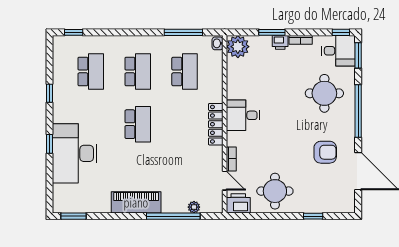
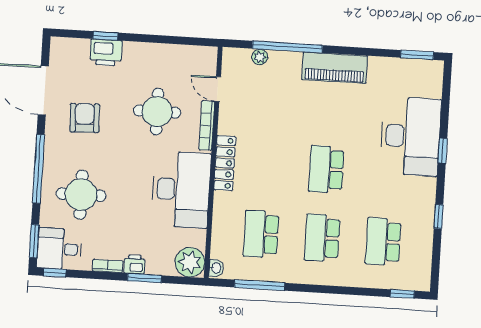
desk: (243, 115) -> (181, 190), width x1.87, depth x1.30
armchair: (325, 152) -> (85, 118), turned 88
bookcase: (231, 159) -> (207, 126), width x1.56
round table: (275, 191) -> (157, 112), moved
printer: (238, 203) -> (106, 53), moved

